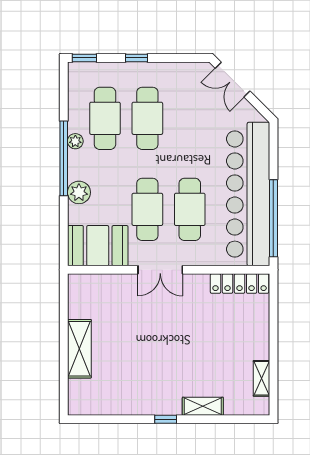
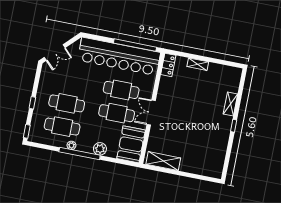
double door: (160, 270) -> (151, 113), swing flipped
locker: (240, 284) -> (168, 65), width x0.66
shelving: (79, 349) -> (163, 161), moved
shelving: (261, 378) -> (198, 64), moved

